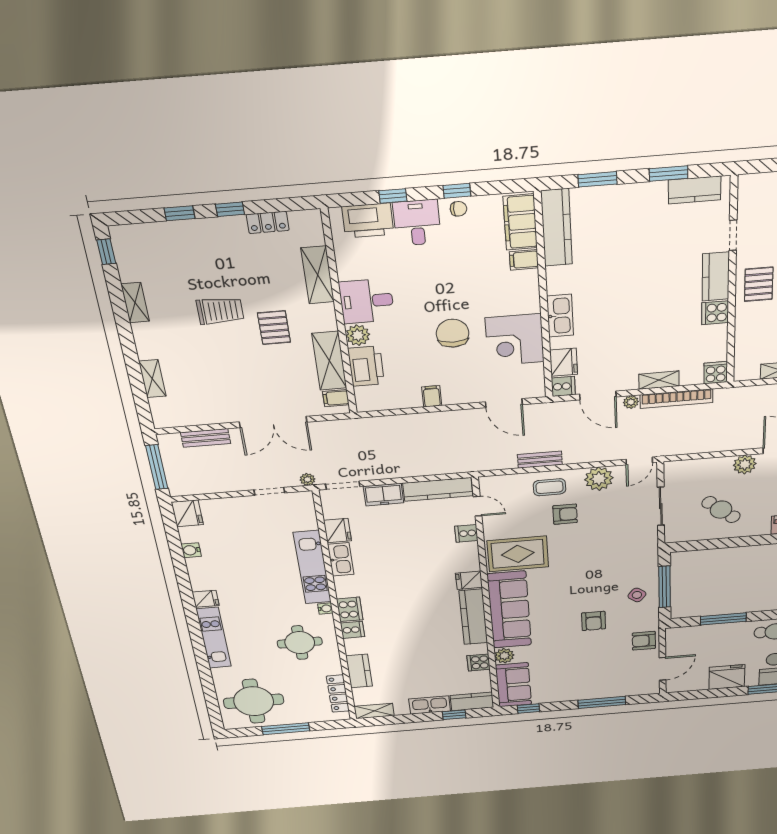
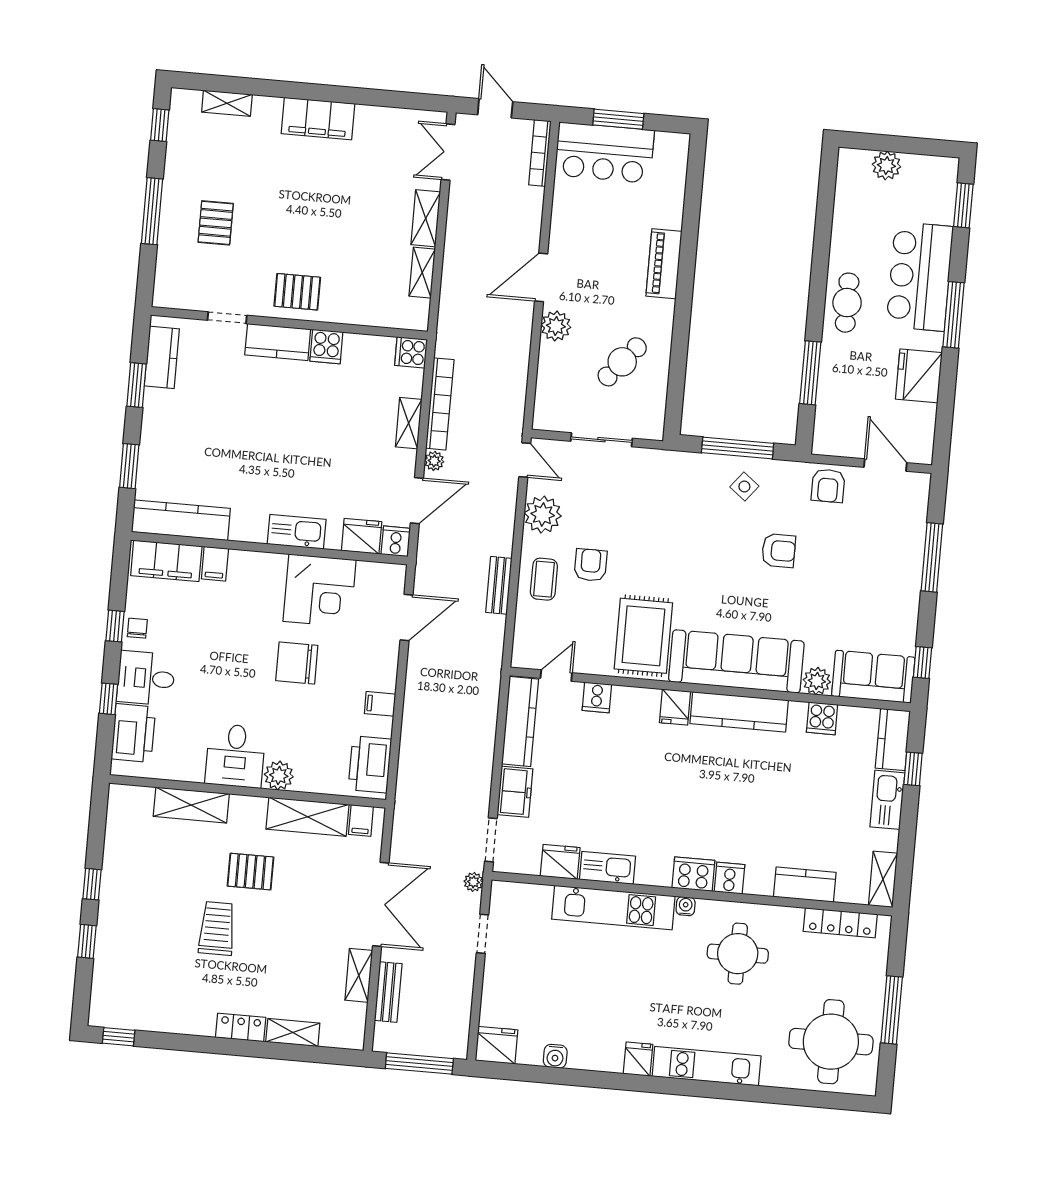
locker: (268, 222) -> (241, 1027), moved, turned -90
shelving: (135, 303) -> (359, 975), moved, turned 90
printer: (366, 366) -> (370, 764), moved, turned -90

